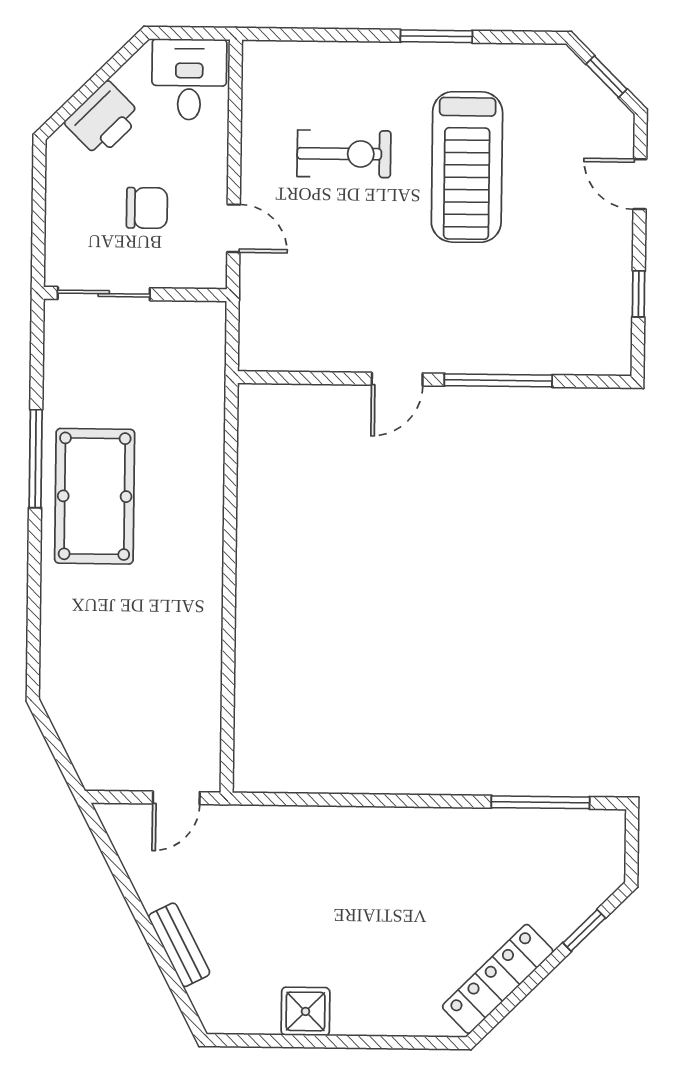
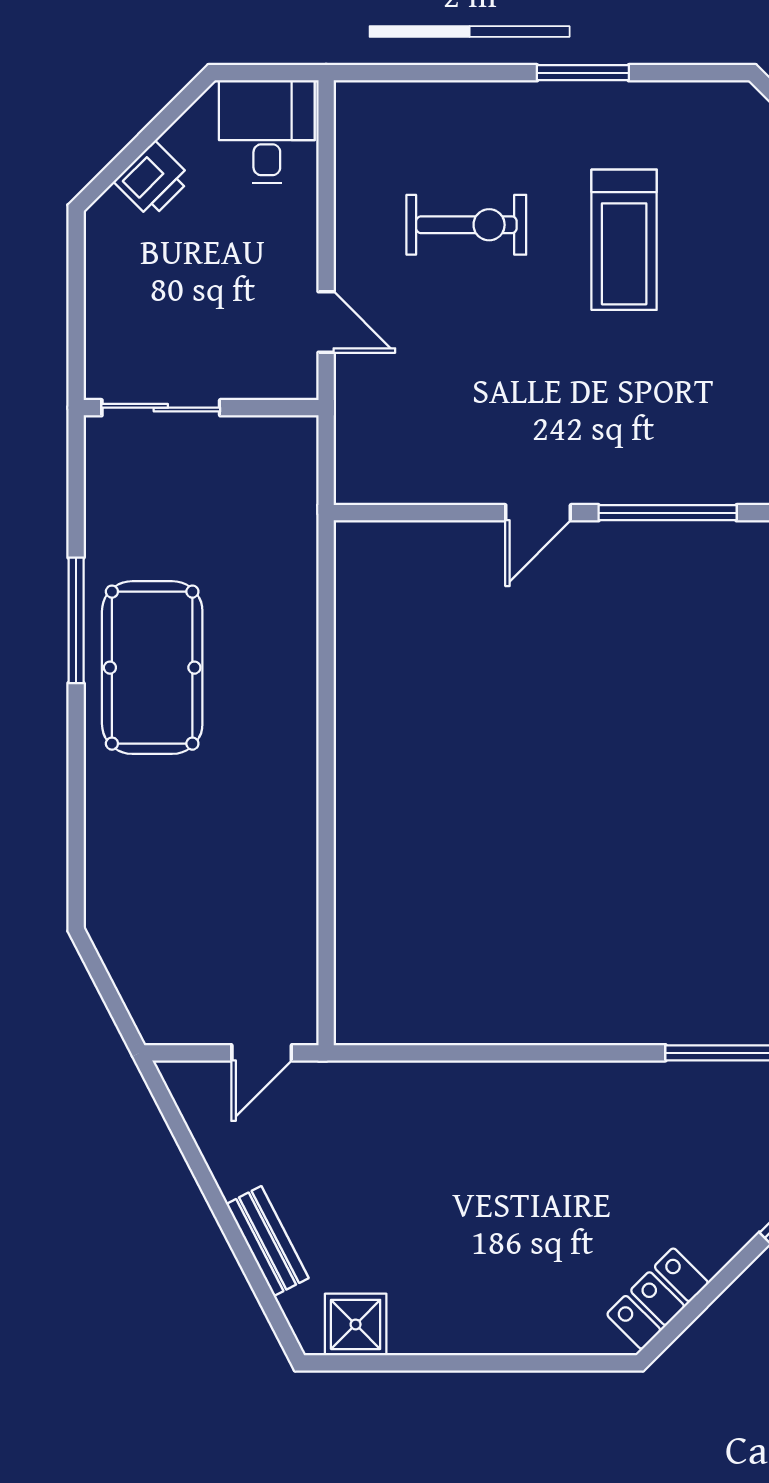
printer: (103, 119) -> (153, 180), width x0.73, depth x0.81
treadmill: (467, 167) -> (624, 240), width x0.73, depth x0.73
chair: (147, 208) -> (215, 297), removed
locker: (498, 979) -> (658, 1299), width x0.66
shower: (306, 1011) -> (356, 1324), moved

